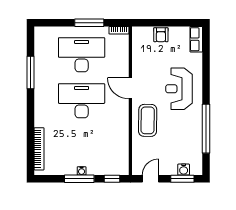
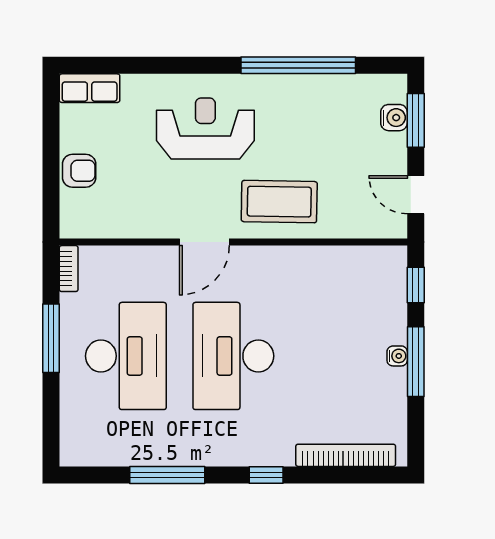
desk: (82, 55) -> (126, 356), turned 180
reception desk: (179, 89) -> (205, 128), turned 180
window: (31, 115) -> (266, 475), added

